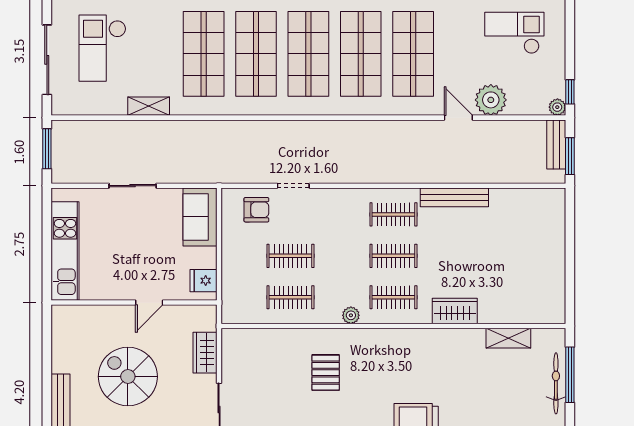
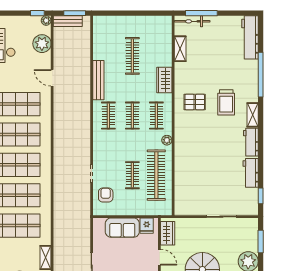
plant: (491, 100) -> (42, 44), moved
door: (458, 118) -> (52, 78), hinge flipped
sofa: (200, 217) -> (122, 228), moved
clothes rail: (496, 256) -> (132, 56), added
clothes rail: (290, 297) -> (156, 175), width x1.86, depth x1.31
wardrobe: (205, 353) -> (168, 233), moved, turned -90
pallet: (326, 373) -> (195, 102), moved
bicycle: (556, 383) -> (192, 21), moved

